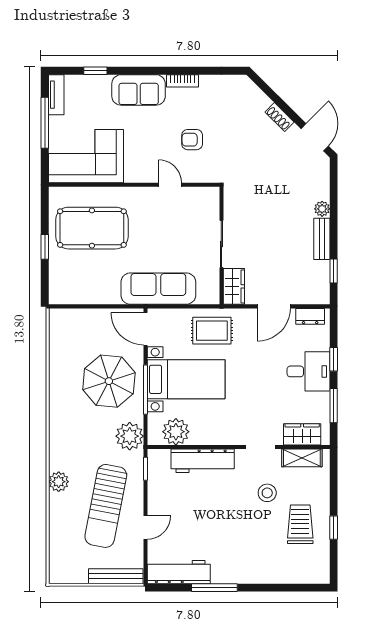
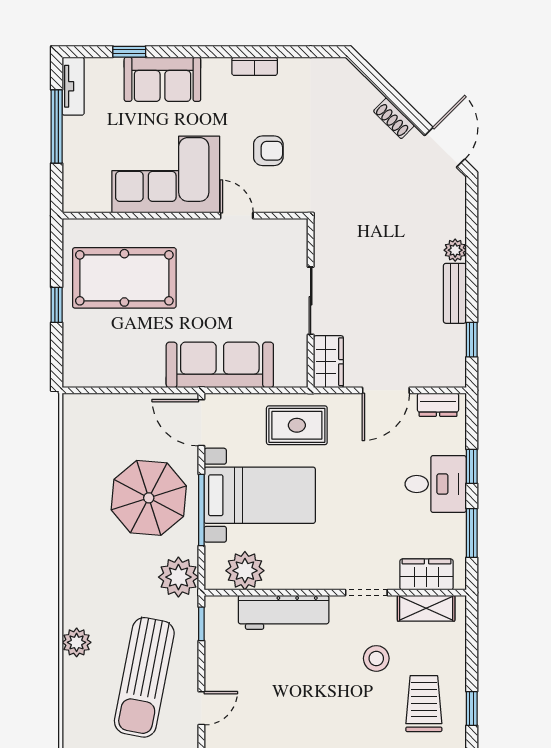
sofa: (139, 90) -> (162, 79), moved
armchair: (192, 140) -> (268, 151), turned 180
corner sofa: (86, 156) -> (166, 174), moved

